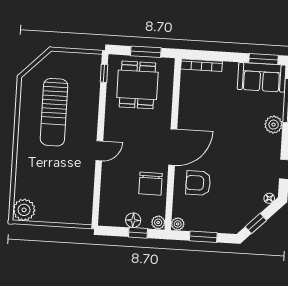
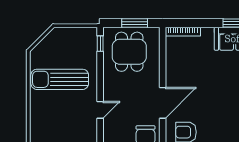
sun lounger: (54, 112) -> (60, 79), turned 90

